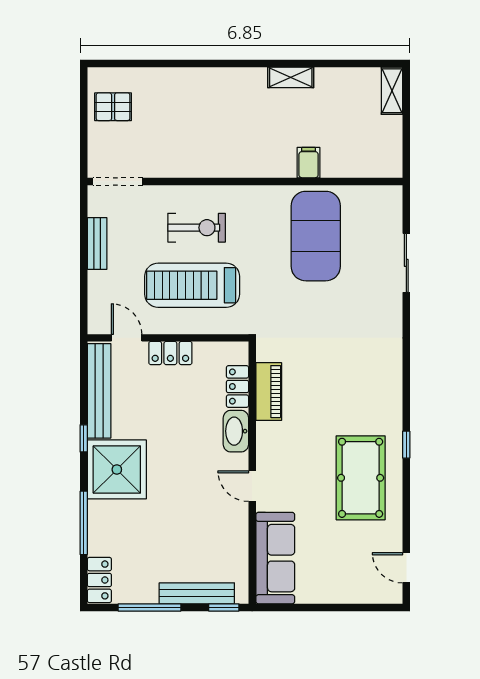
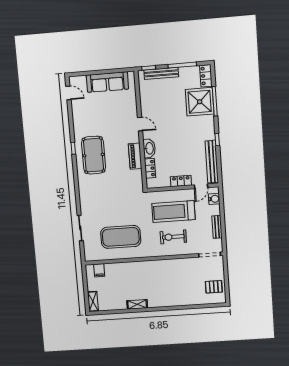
filing cabinet: (309, 163) -> (99, 270), moved
exercise mat: (316, 236) -> (121, 237), turned 90
treadmill: (192, 285) -> (173, 212), turned 180
water cooler: (99, 307) -> (214, 199), added
door: (127, 338) -> (201, 186), hinge flipped
piano: (269, 392) -> (135, 156), moved
shower: (117, 469) -> (200, 102), moved
pool table: (361, 478) -> (94, 155), moved
sofa: (275, 558) -> (107, 82), moved, turned -90

